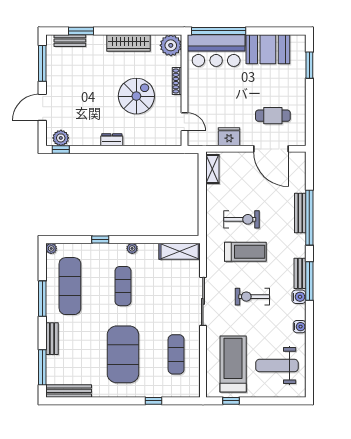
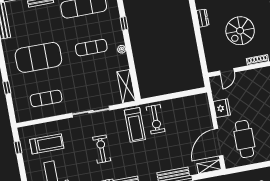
spiral stairs: (136, 96) -> (240, 31), turned 90
cafe table: (273, 116) -> (244, 139), width x1.37, depth x1.35
shelving: (212, 169) -> (209, 167), moved
exercise bike: (241, 219) -> (156, 119), moved
treadmill: (245, 252) -> (135, 125), moved
treadmill: (233, 364) -> (47, 144), width x0.73, depth x0.73

